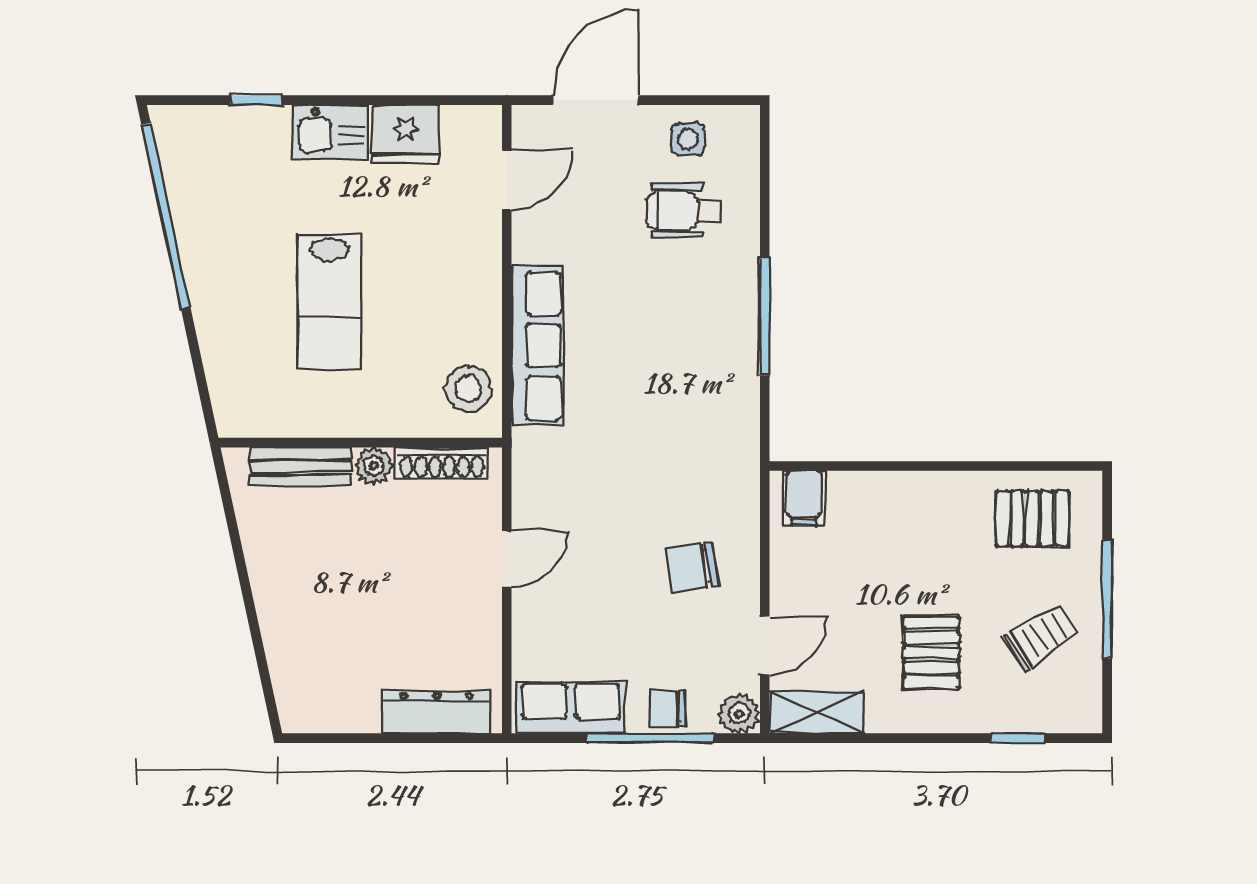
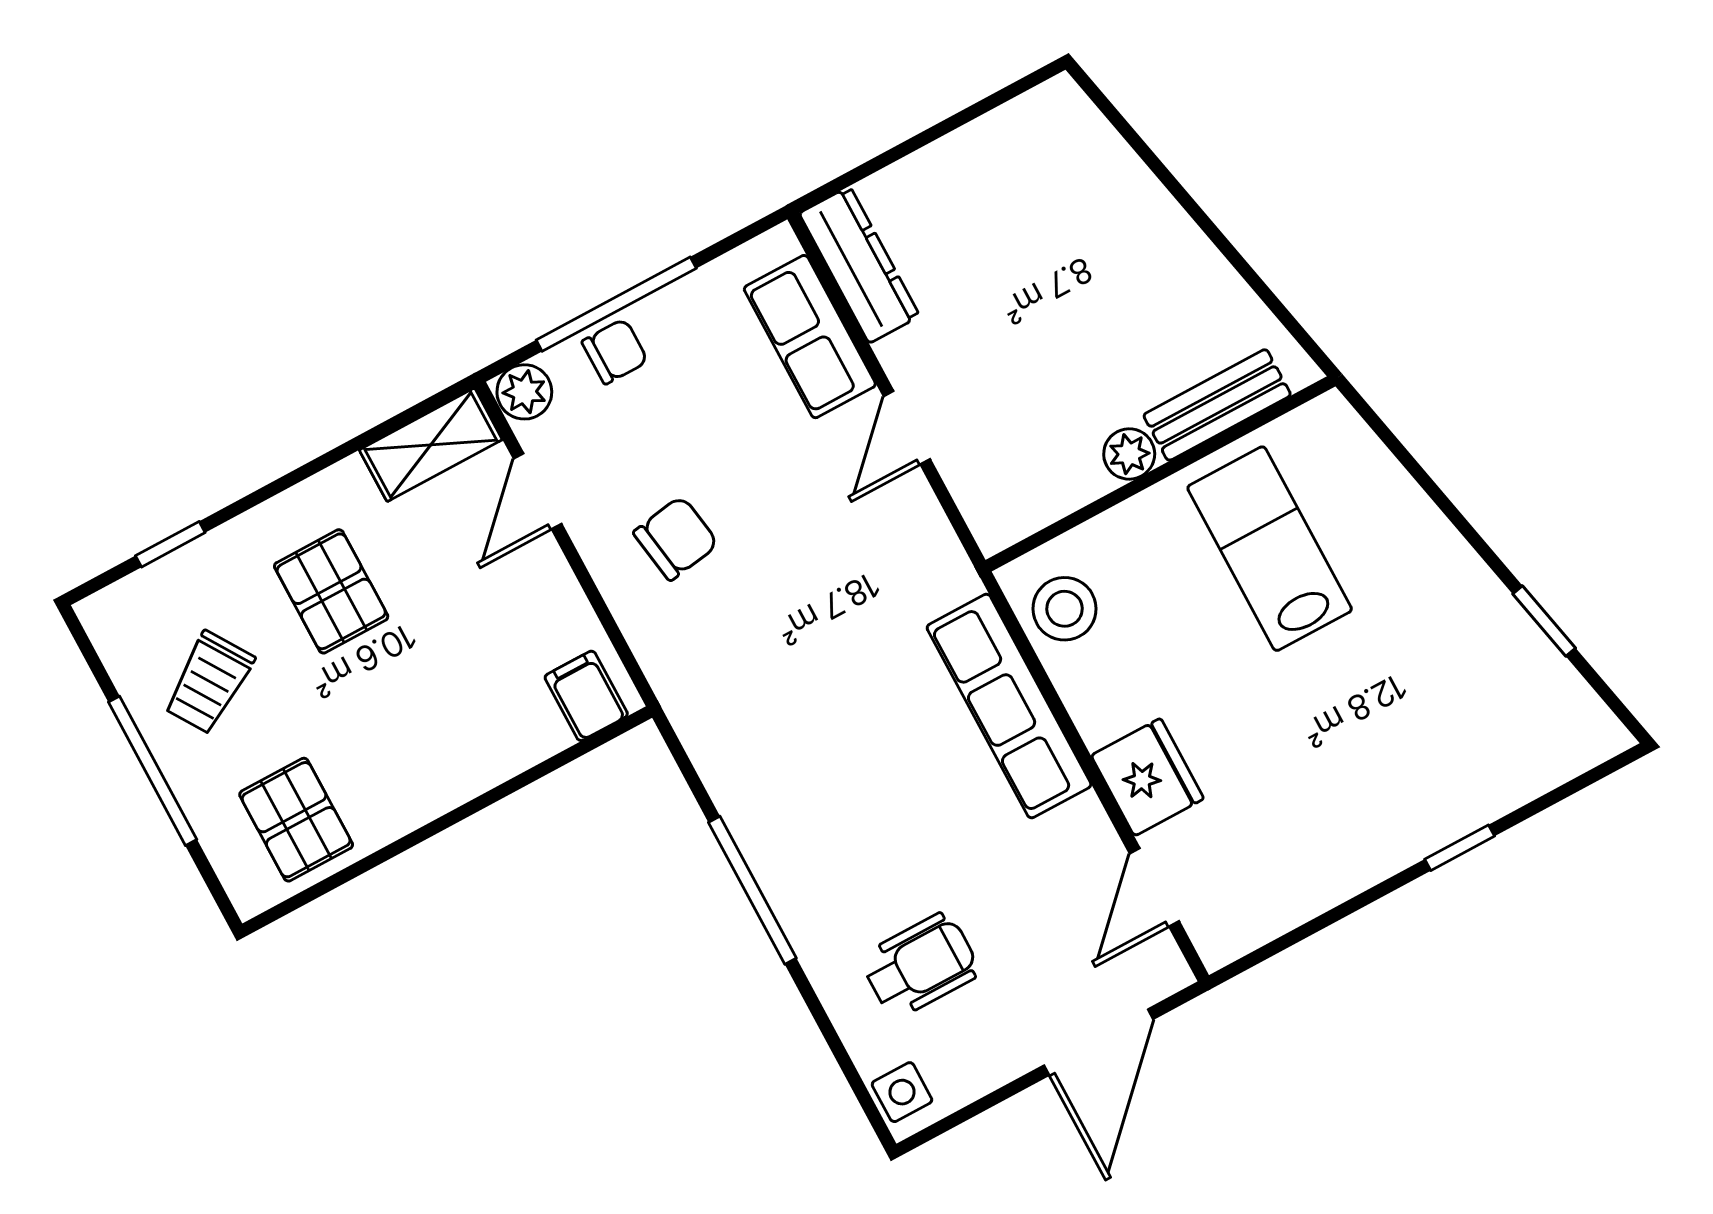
window: (257, 100) -> (1460, 848), moved
kitchen sink: (330, 132) -> (1399, 830), removed
fridge: (406, 134) -> (1147, 777), moved, turned 90
side table: (688, 139) -> (902, 1092), moved
window: (166, 216) -> (1544, 621), width x0.32
lab bench: (329, 302) -> (1270, 549), moved
shoe rack: (442, 463) -> (1048, 502), removed
pallet: (1032, 519) -> (296, 820), turned 90
row of seats: (570, 707) -> (810, 337), moved, turned 90
dresser: (437, 712) -> (859, 265), moved, turned -90

